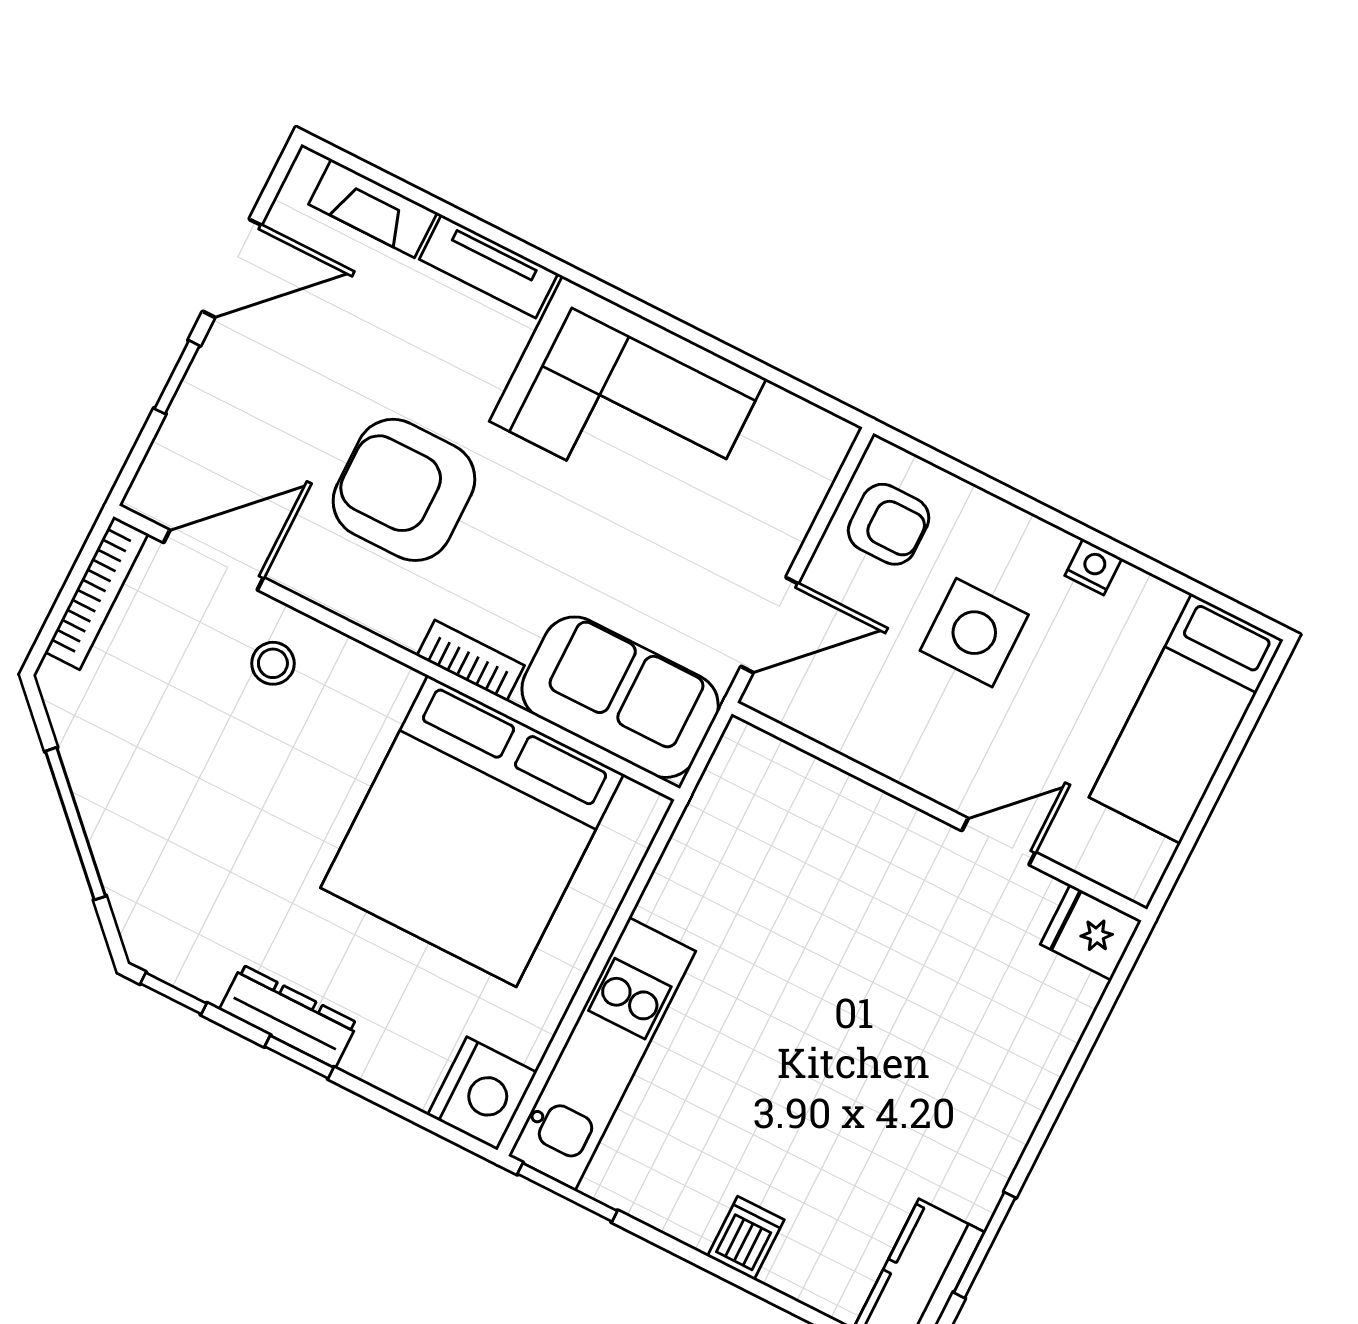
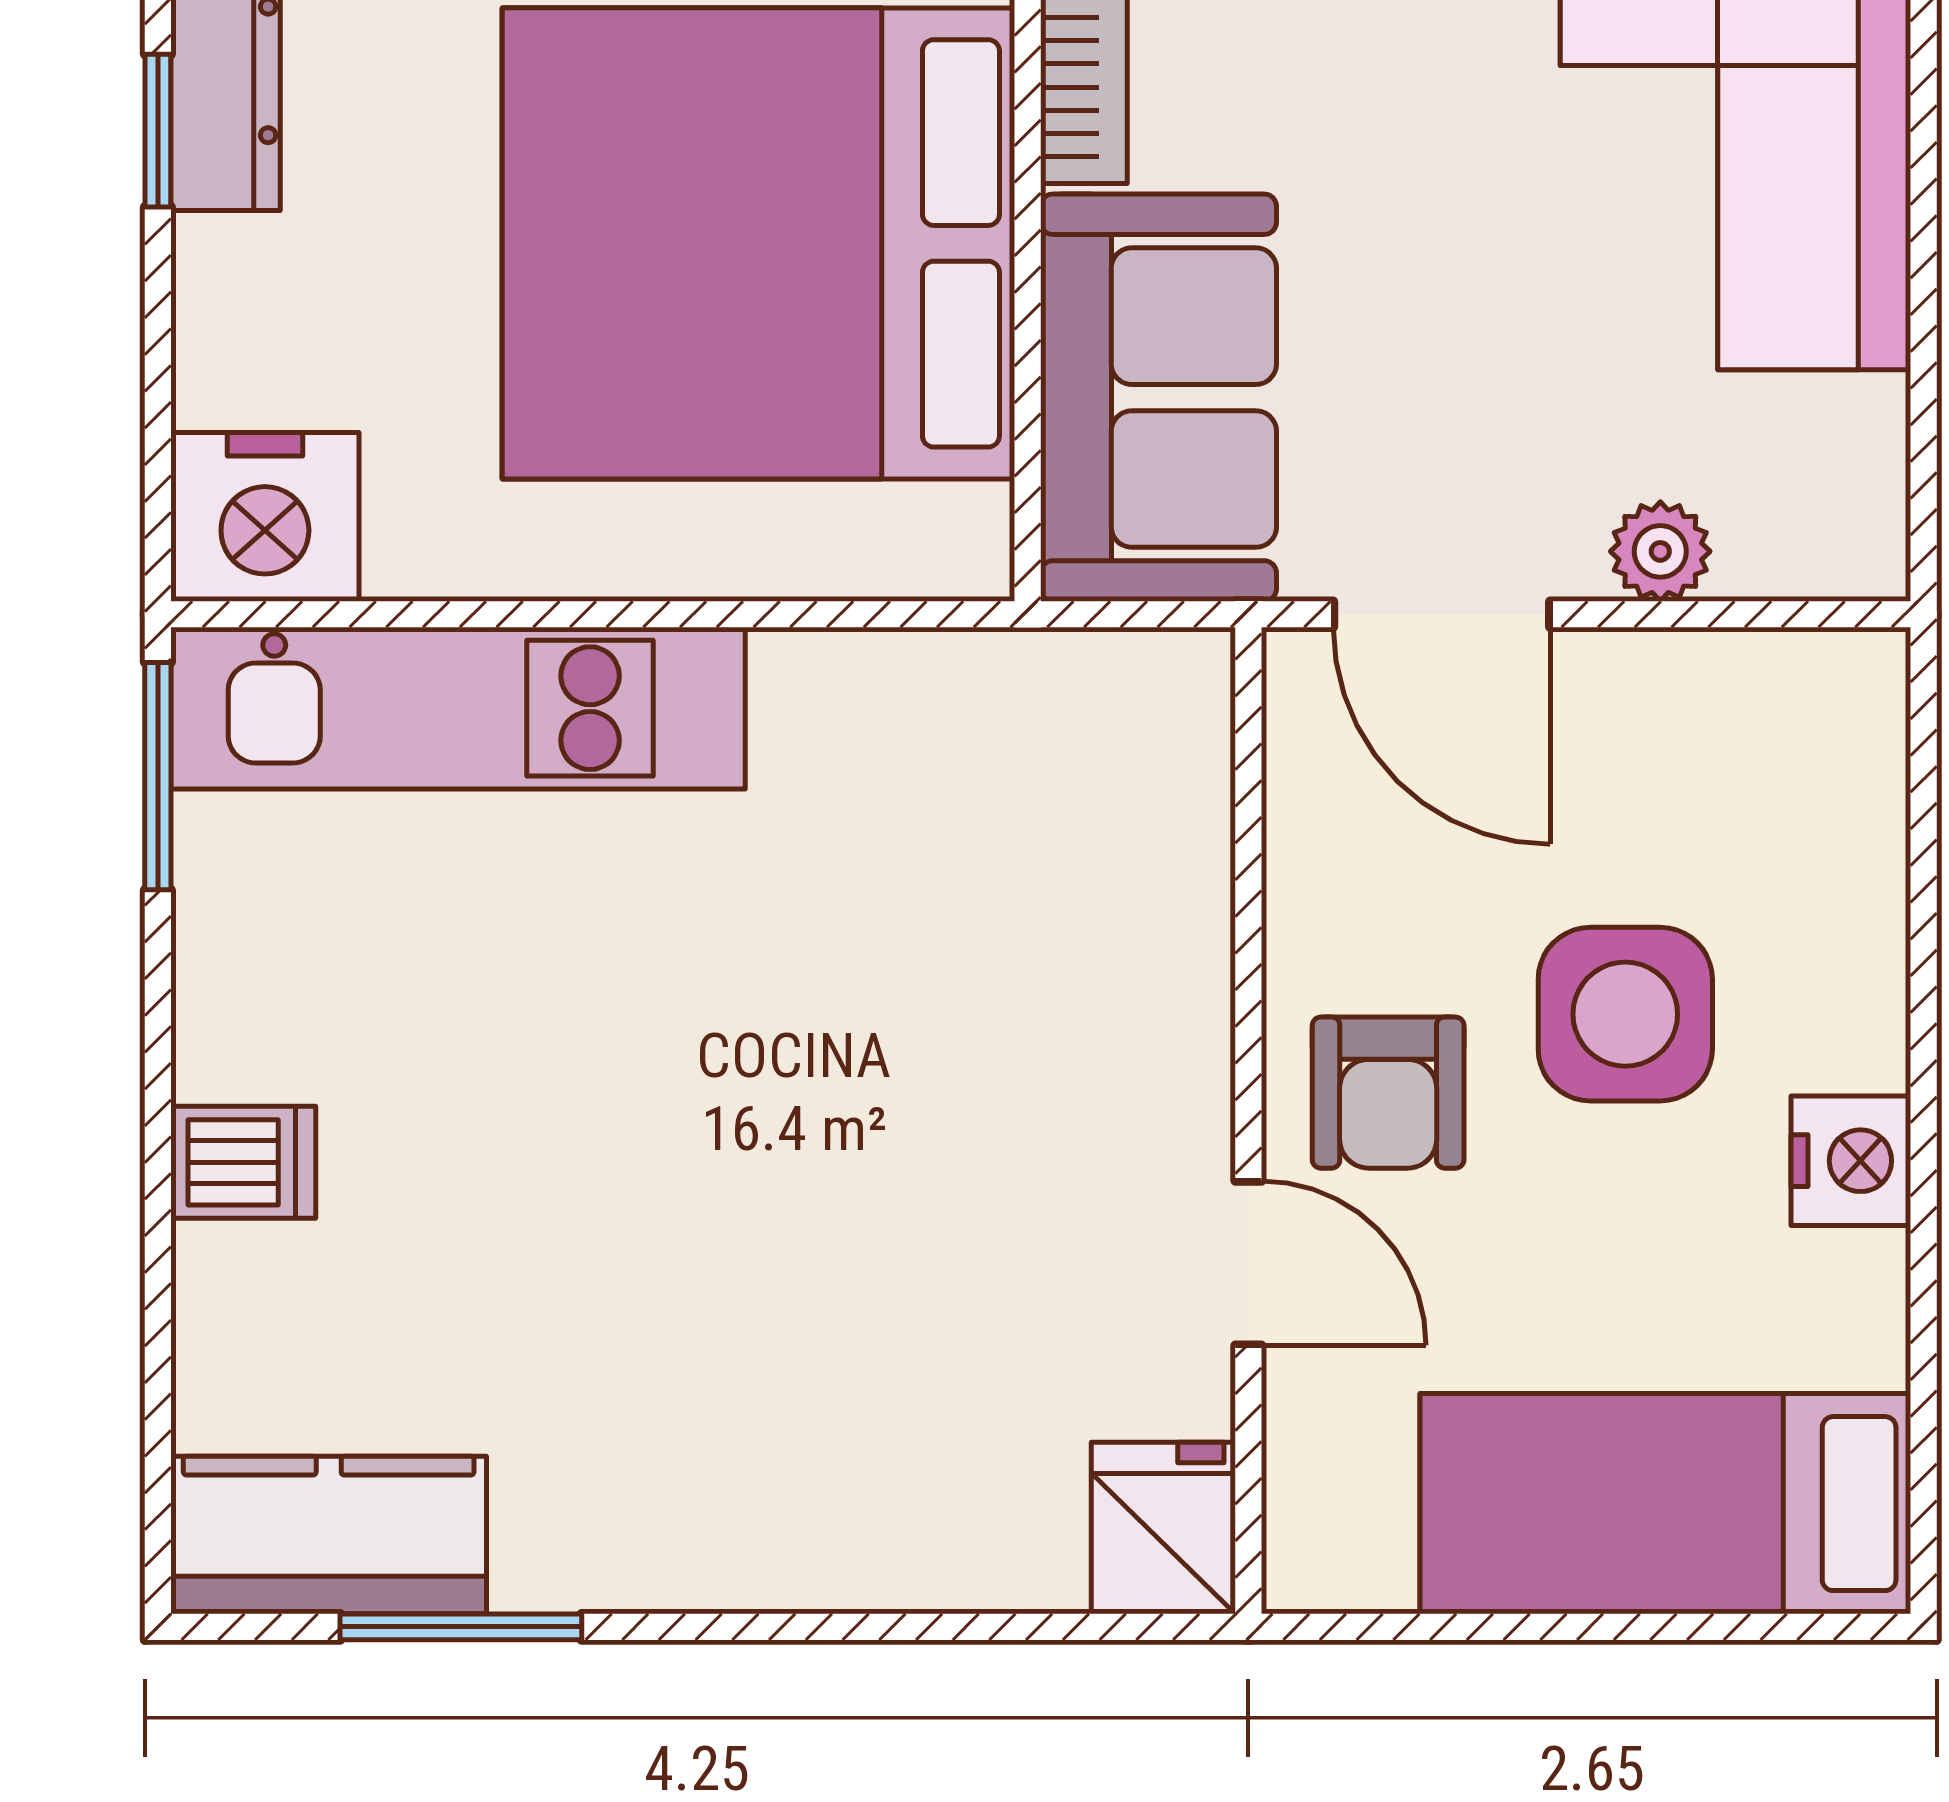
plant: (789, 521) -> (1660, 551), added
armchair: (889, 524) -> (1388, 1093), moved
nightstand: (1093, 567) -> (1851, 1161), width x1.39, depth x1.35

